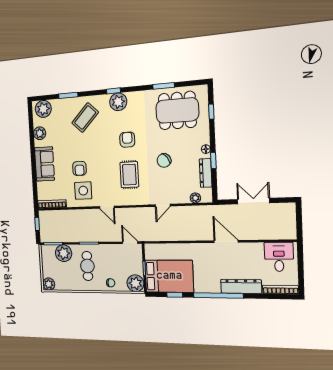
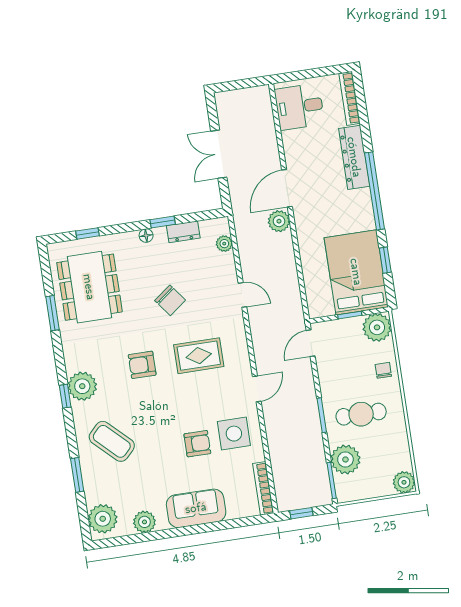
dresser: (206, 173) -> (183, 232), width x0.70
plant: (206, 234) -> (279, 221), added

